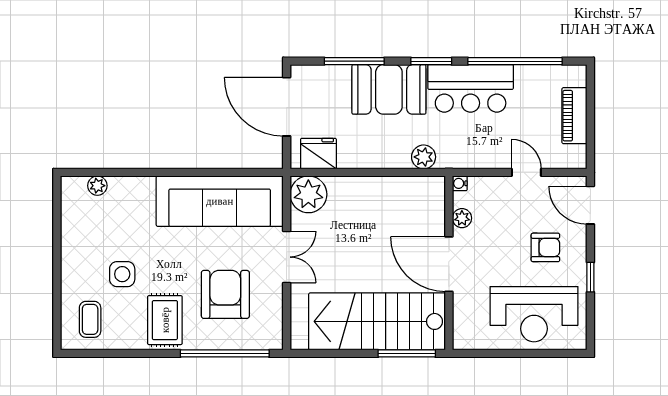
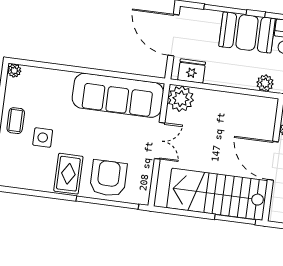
plant: (97, 186) -> (14, 71), moved
armchair: (225, 294) -> (108, 178), moved
coffee table: (90, 319) -> (16, 121), moved

